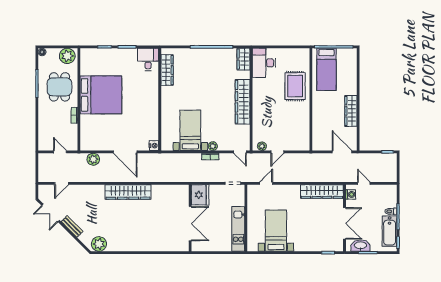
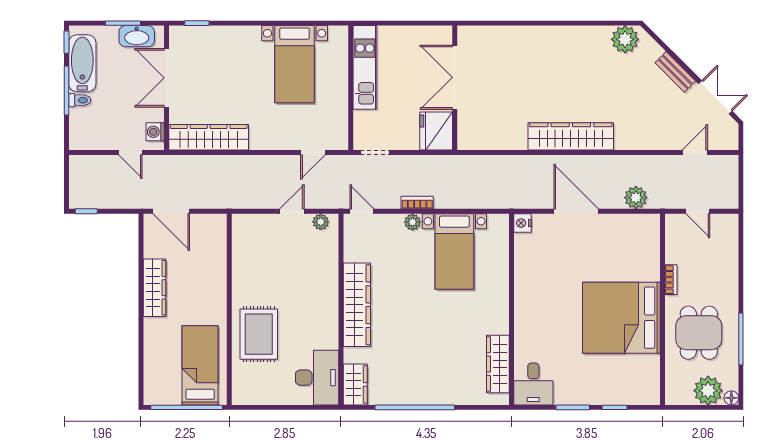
plant: (67, 56) -> (708, 391), moved

